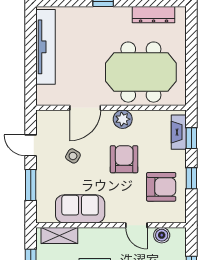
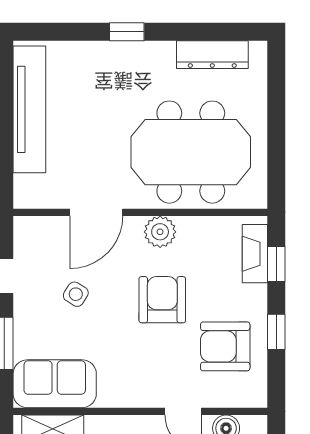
armchair: (161, 187) -> (225, 346), turned 180
sofa: (80, 209) -> (55, 384), moved

